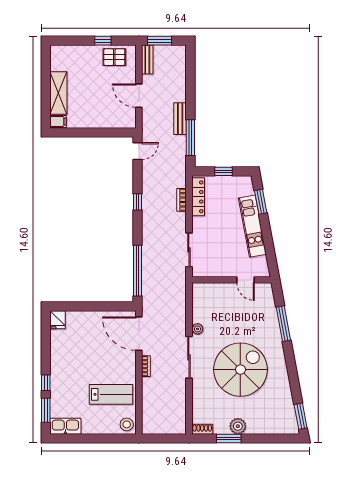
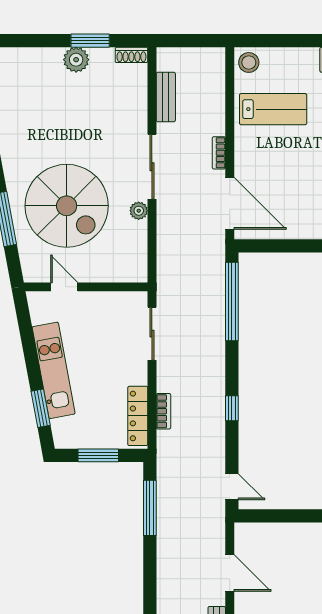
bench: (180, 119) -> (166, 97), moved
door: (138, 151) -> (232, 487), swing flipped
window: (224, 171) -> (98, 455), width x1.50
spiral stairs: (240, 370) -> (67, 206), moved, turned -90
lab bench: (111, 394) -> (273, 109), turned 180

